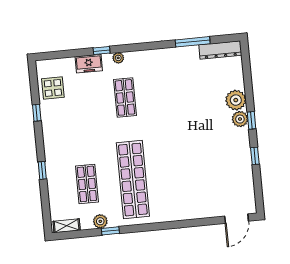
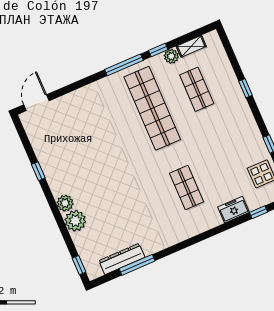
dresser: (220, 50) -> (122, 259), moved
window: (102, 51) -> (258, 212), moved
plant: (118, 58) -> (206, 225), removed
window: (251, 120) -> (79, 265), moved
shelving: (67, 226) -> (191, 46), moved
window: (146, 227) -> (124, 65), added

